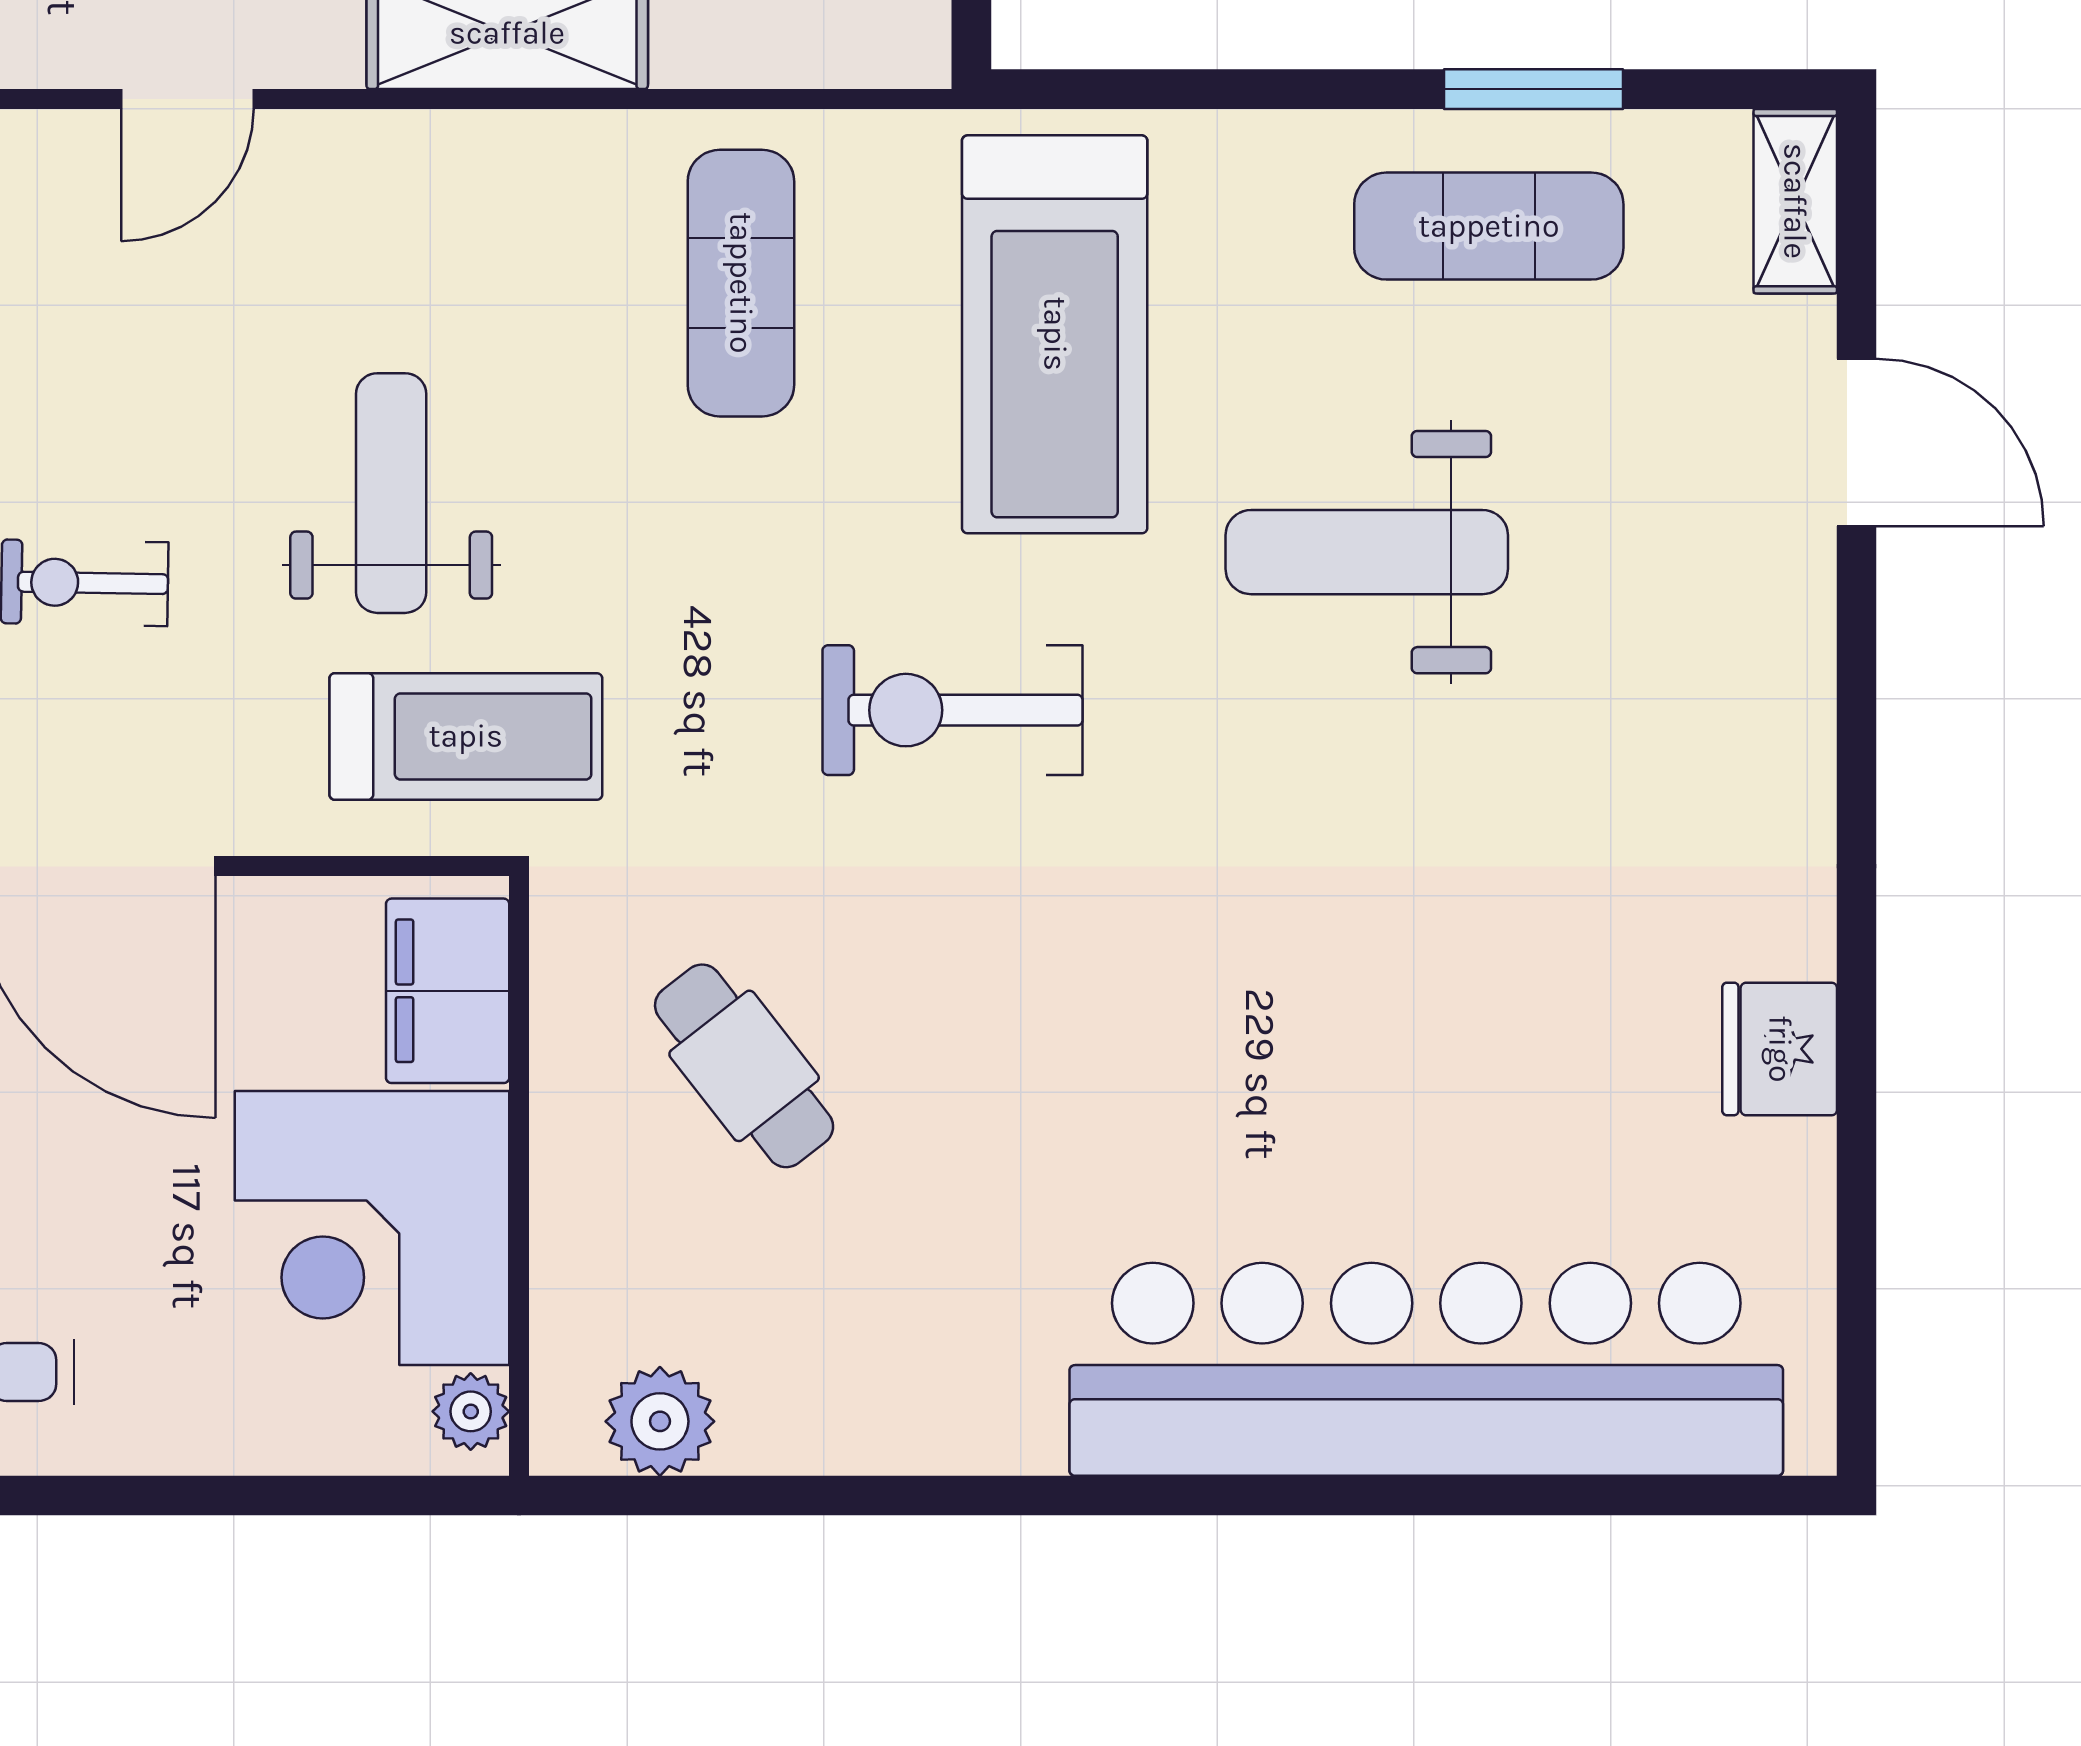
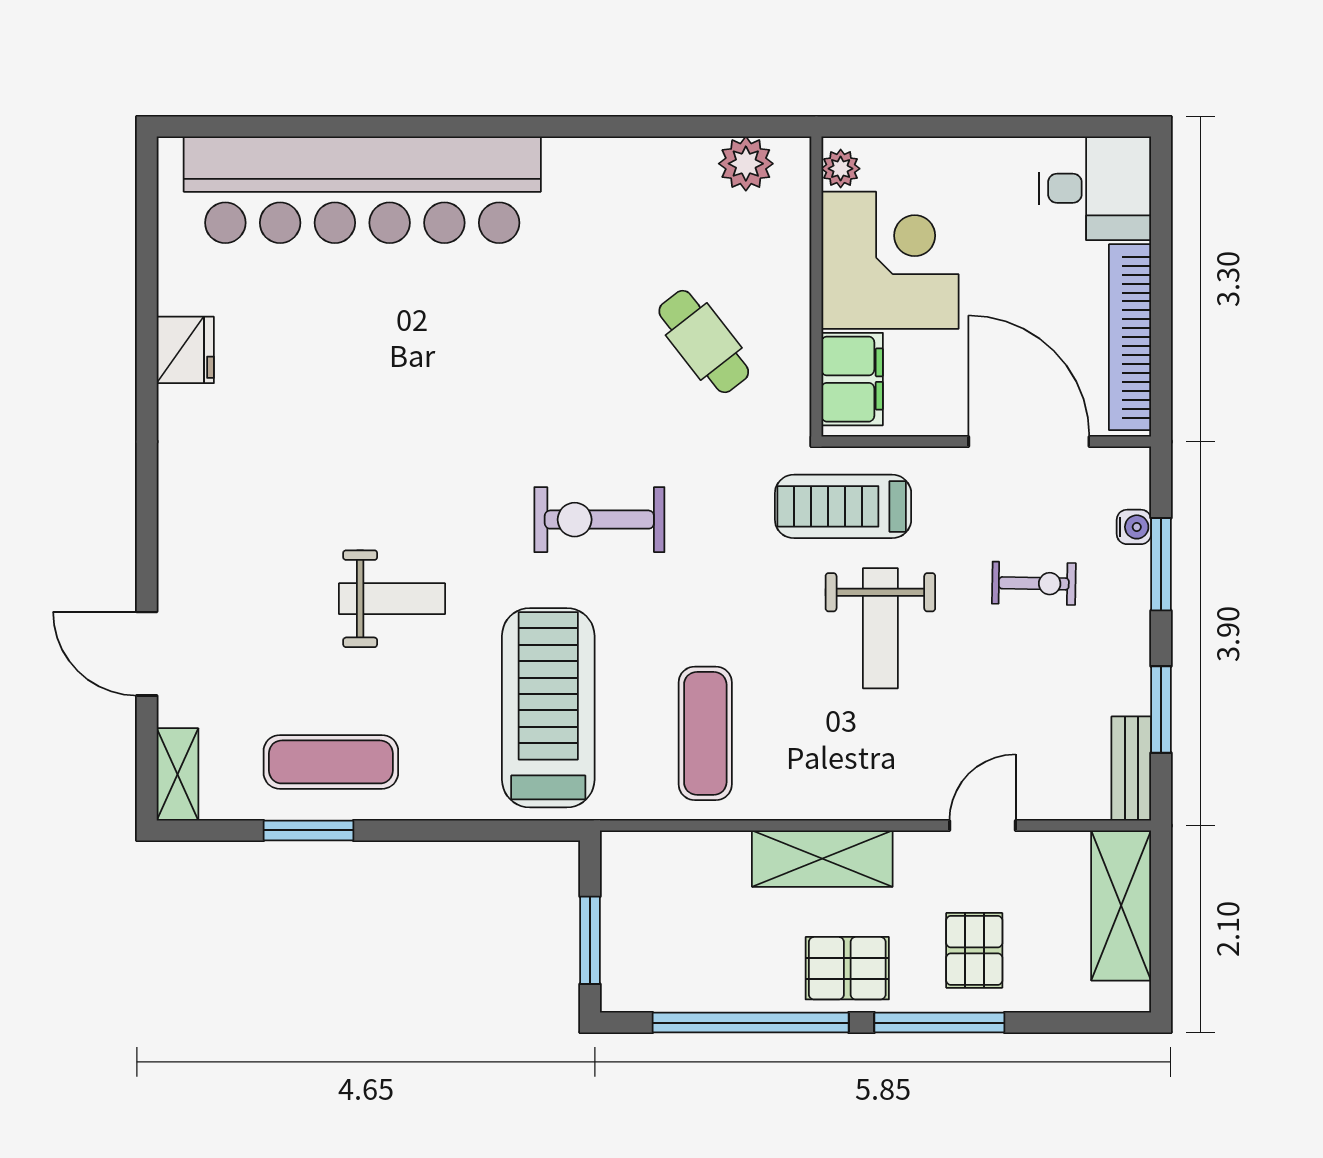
weight bench: (1367, 552) -> (392, 599), width x0.73, depth x0.75
exercise bike: (953, 710) -> (599, 520), turned 180

